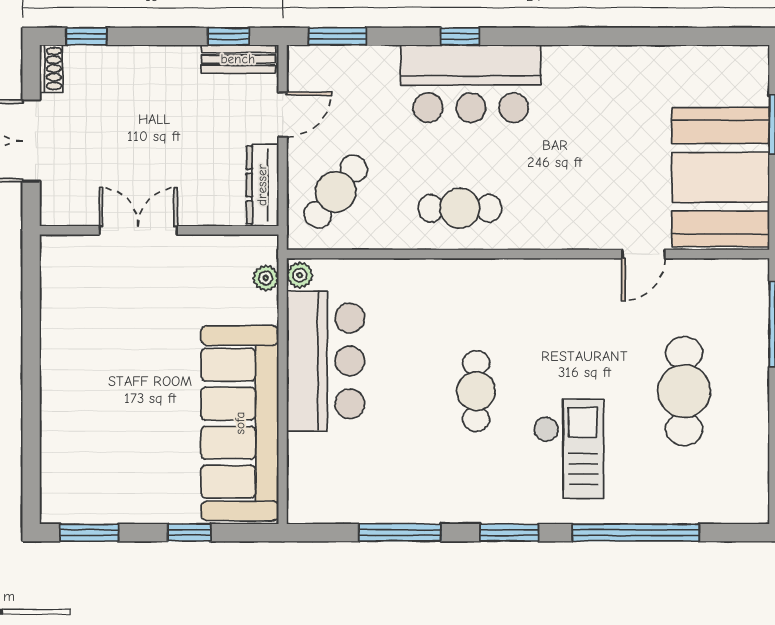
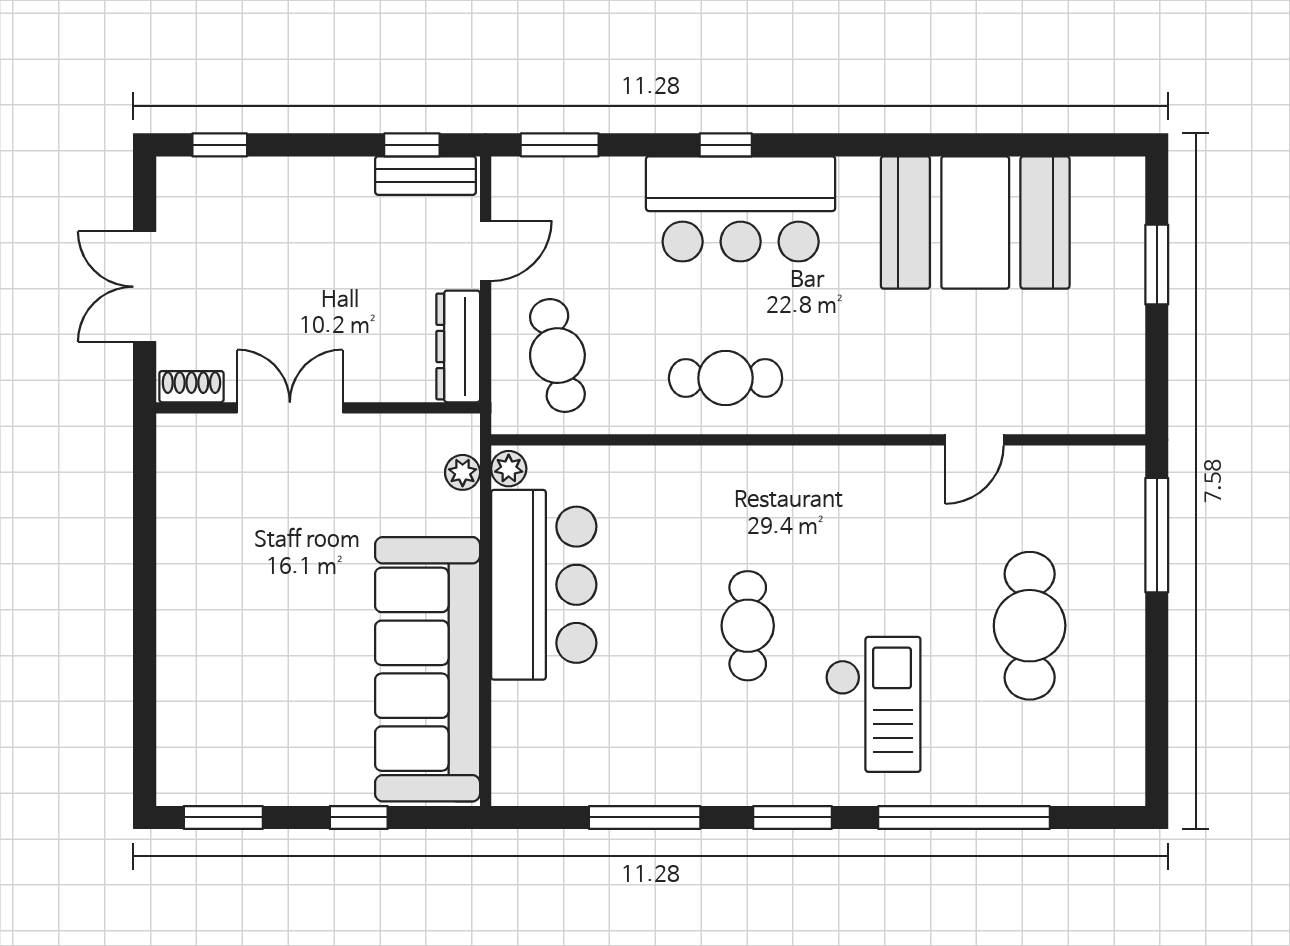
shoe rack: (51, 69) -> (191, 387), moved, turned -90
booth: (721, 177) -> (975, 223), moved, turned 90
cafe table: (336, 192) -> (557, 356), turned -50

